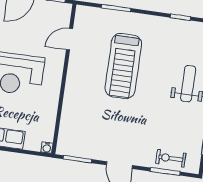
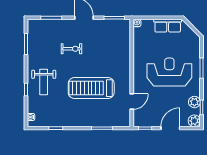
treadmill: (123, 66) -> (91, 88), turned -90
exercise bike: (171, 158) -> (71, 49), moved

